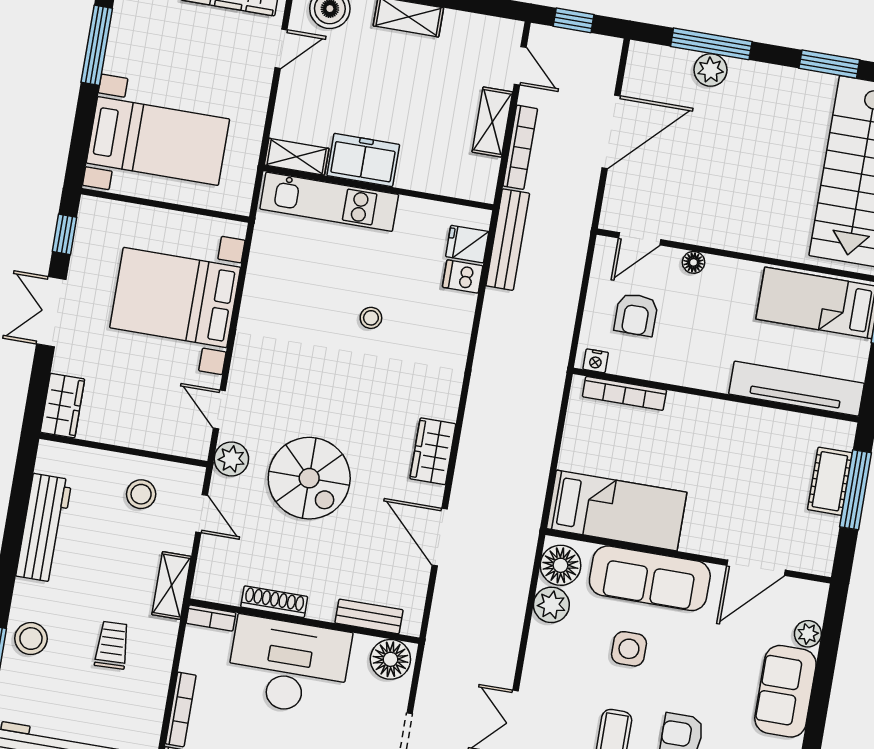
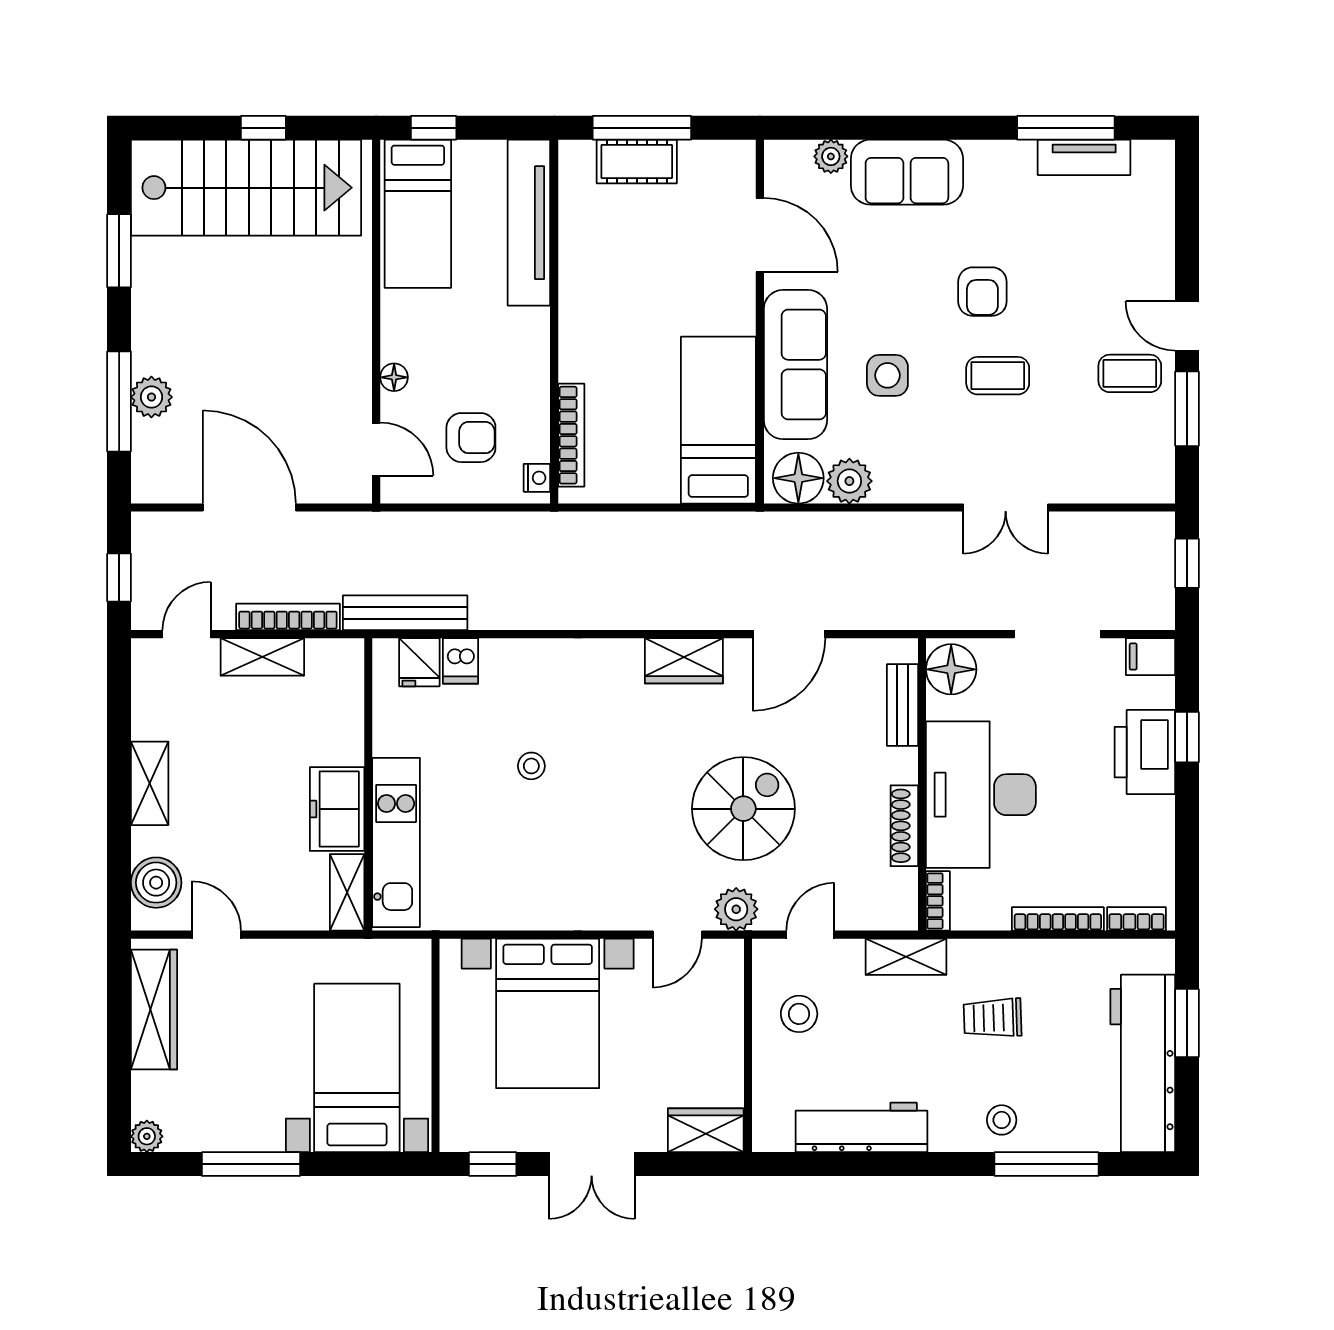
stool: (31, 639) -> (1002, 1120), width x0.73, depth x0.73

